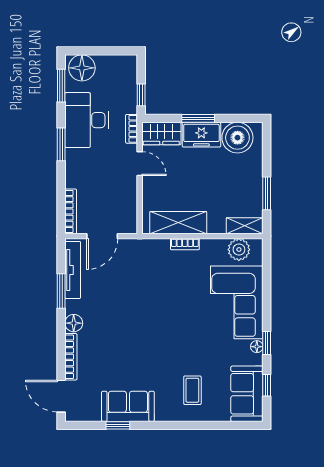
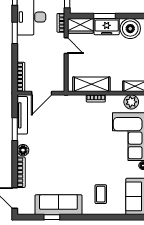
sofa: (128, 406) -> (58, 205), width x1.36

